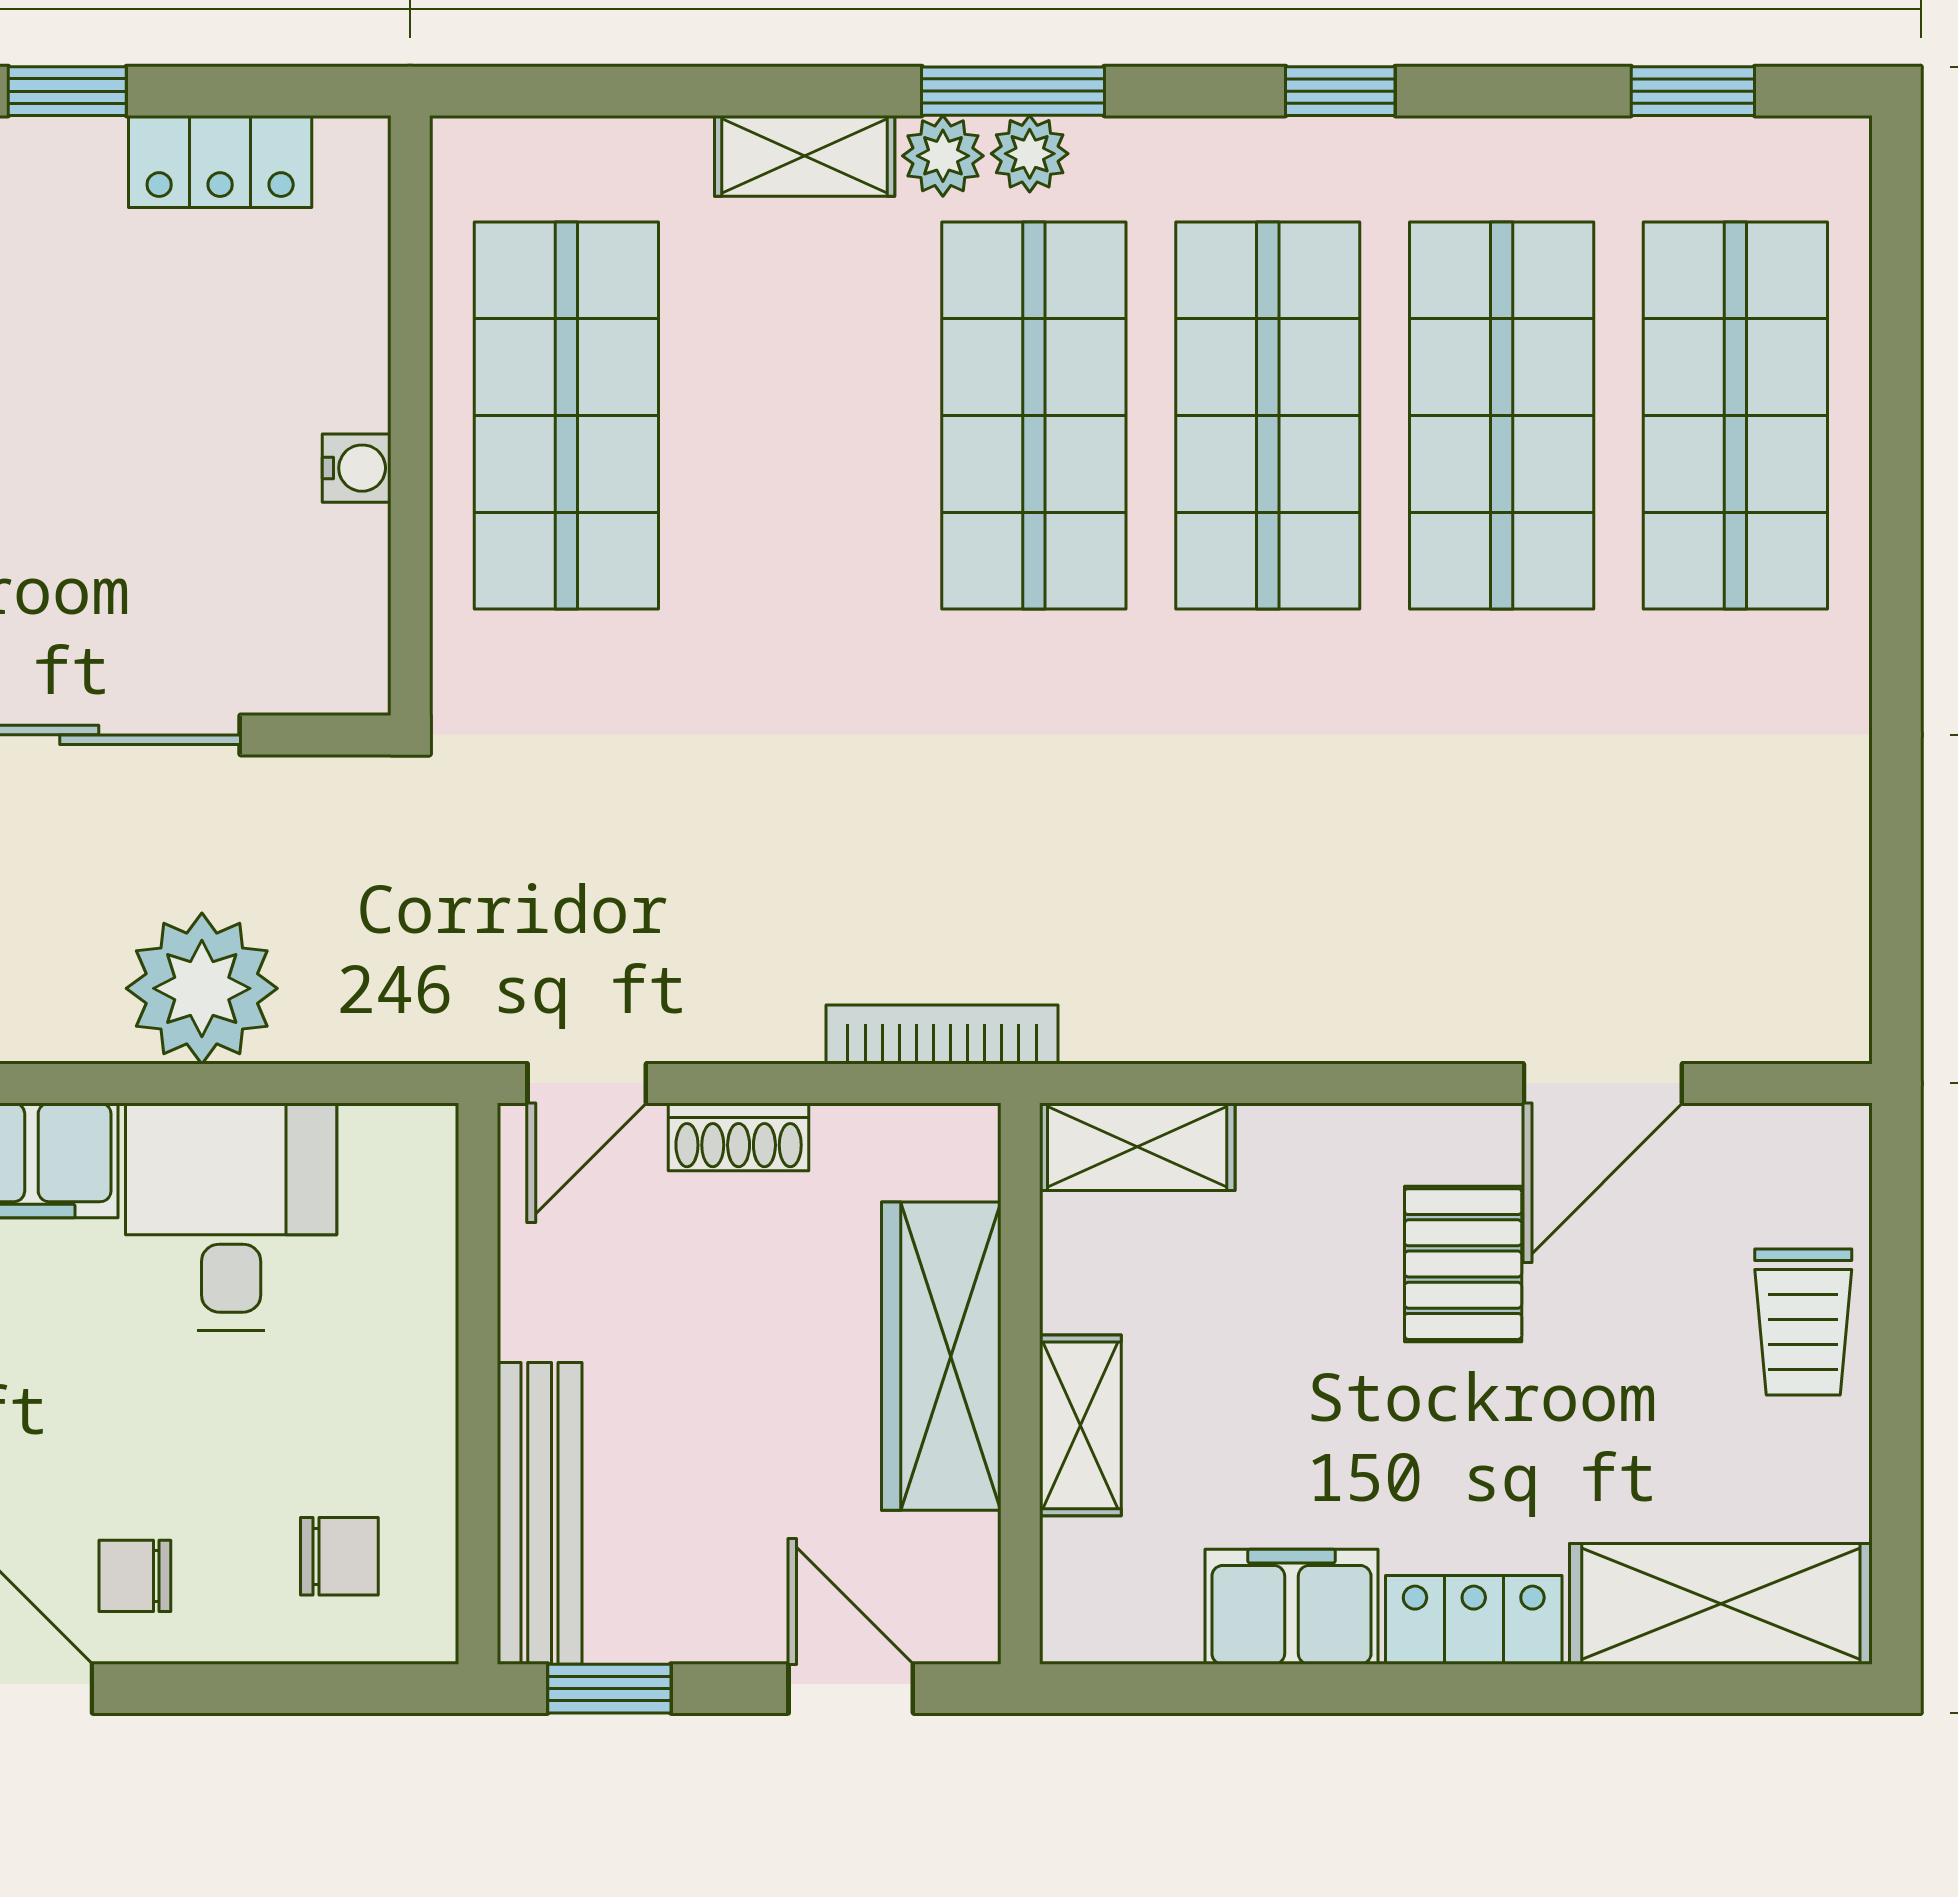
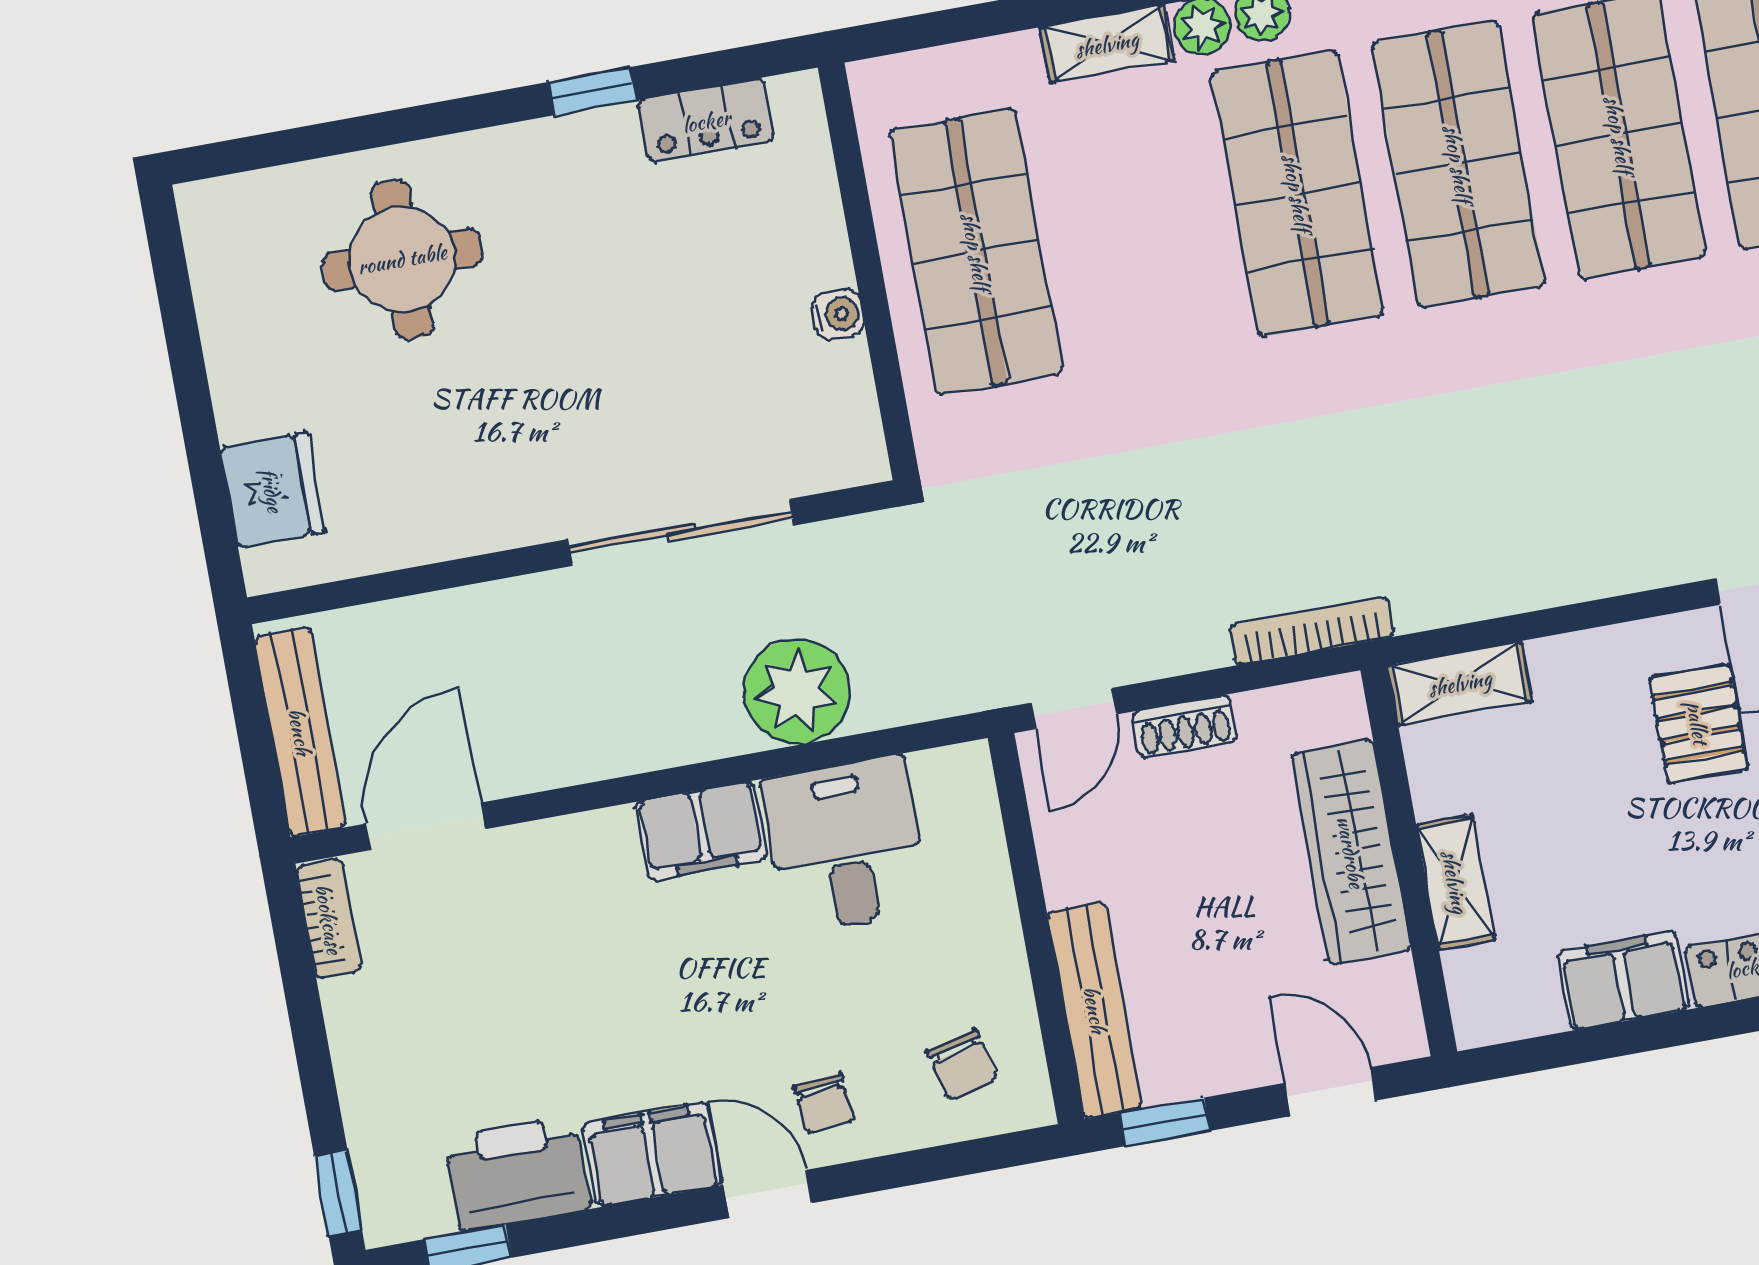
chair: (339, 1556) -> (962, 1065), turned 76
chair: (135, 1576) -> (824, 1104), turned -96

